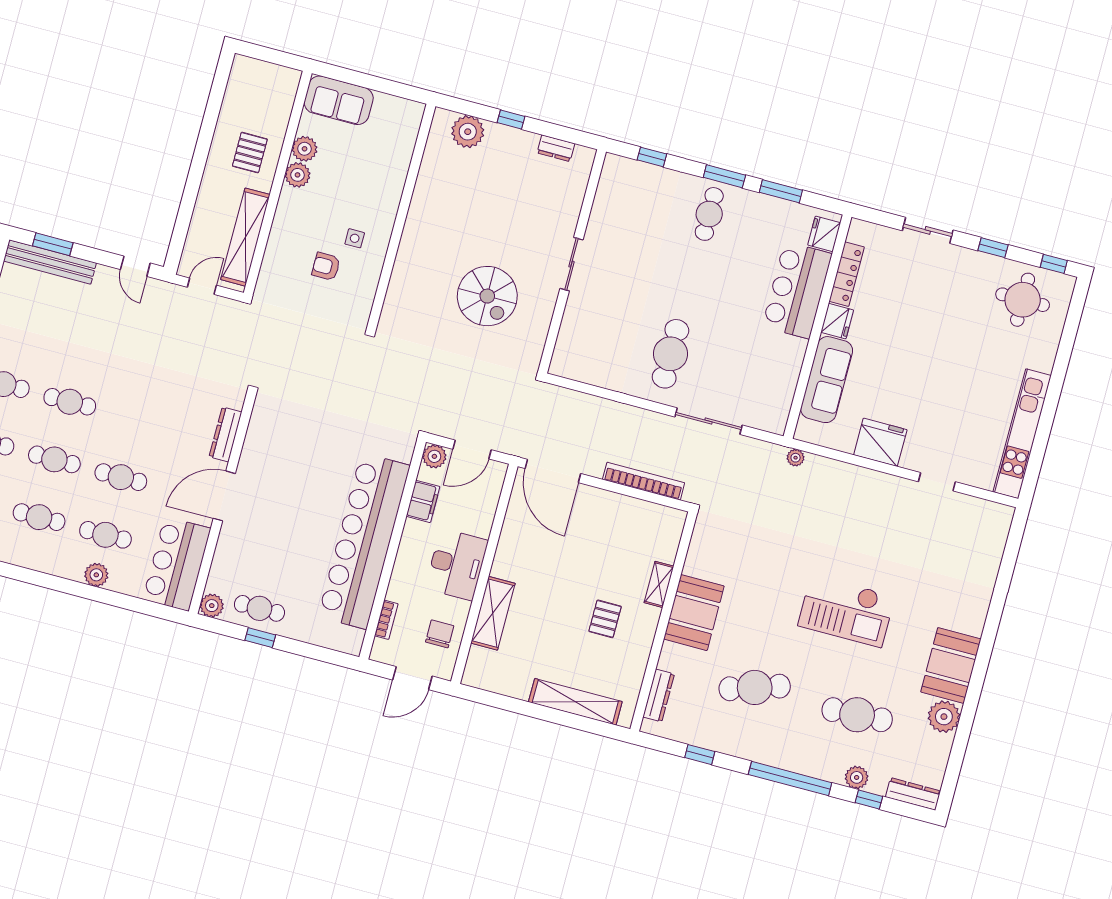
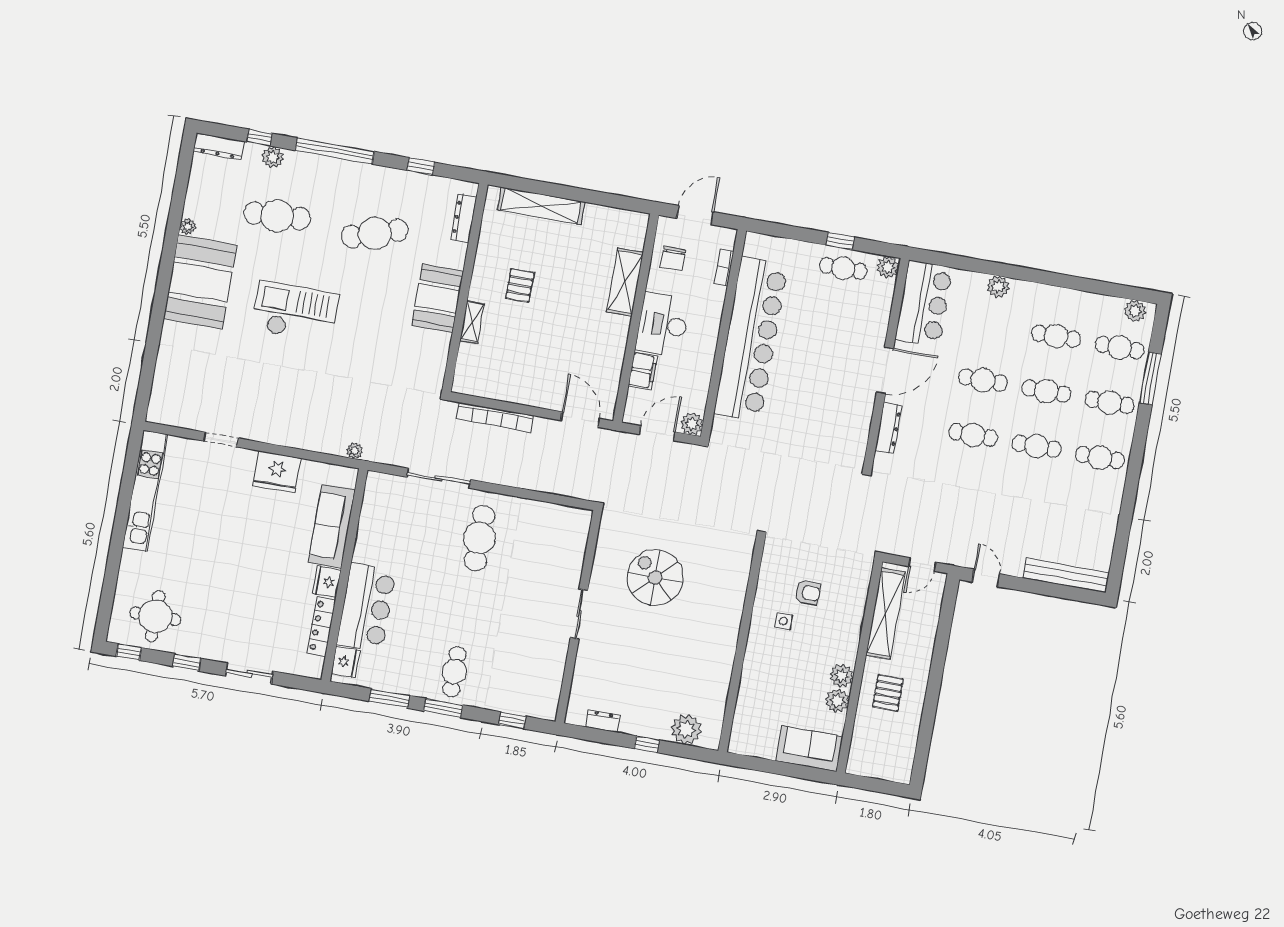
window: (53, 244) -> (1065, 592), removed
door: (553, 471) -> (580, 419), width x0.73
filing cabinet: (423, 501) -> (643, 371), moved, turned 180
cafe table: (105, 535) -> (973, 435), moved
booth: (951, 665) -> (200, 282), width x1.36, depth x1.42
plant: (944, 717) -> (188, 227), width x0.53, depth x0.53

